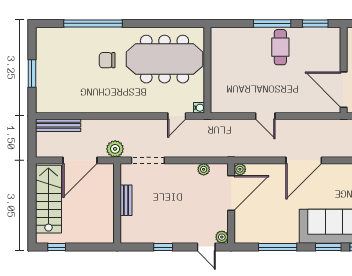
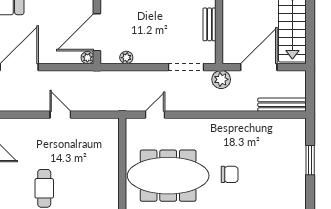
water cooler: (199, 108) -> (131, 124), removed

